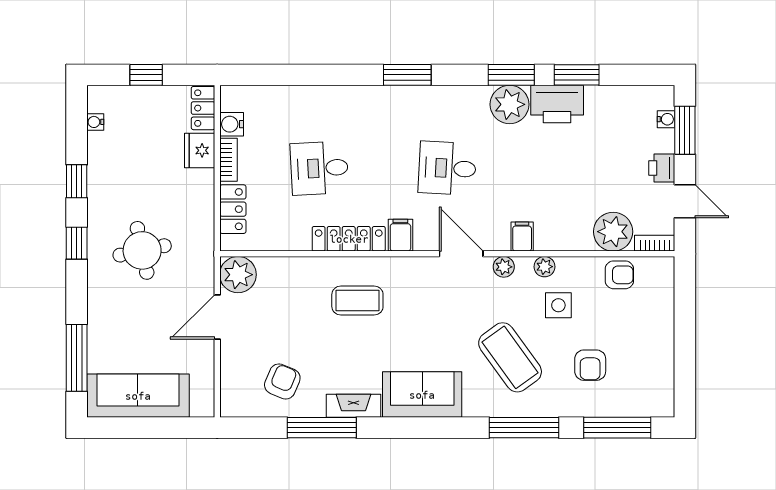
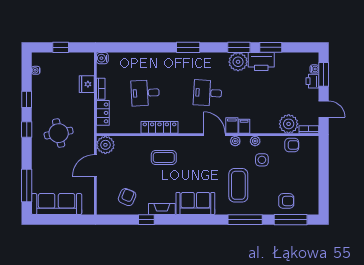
locker: (203, 108) -> (88, 64), removed
water cooler: (232, 124) -> (102, 58), moved
printer: (662, 168) -> (312, 81), moved
filing cabinet: (400, 235) -> (232, 126), moved
coffee table: (510, 357) -> (238, 185), turned 36
armchair: (590, 365) -> (286, 201), moved, turned -90
window: (322, 428) -> (146, 220), width x0.46

